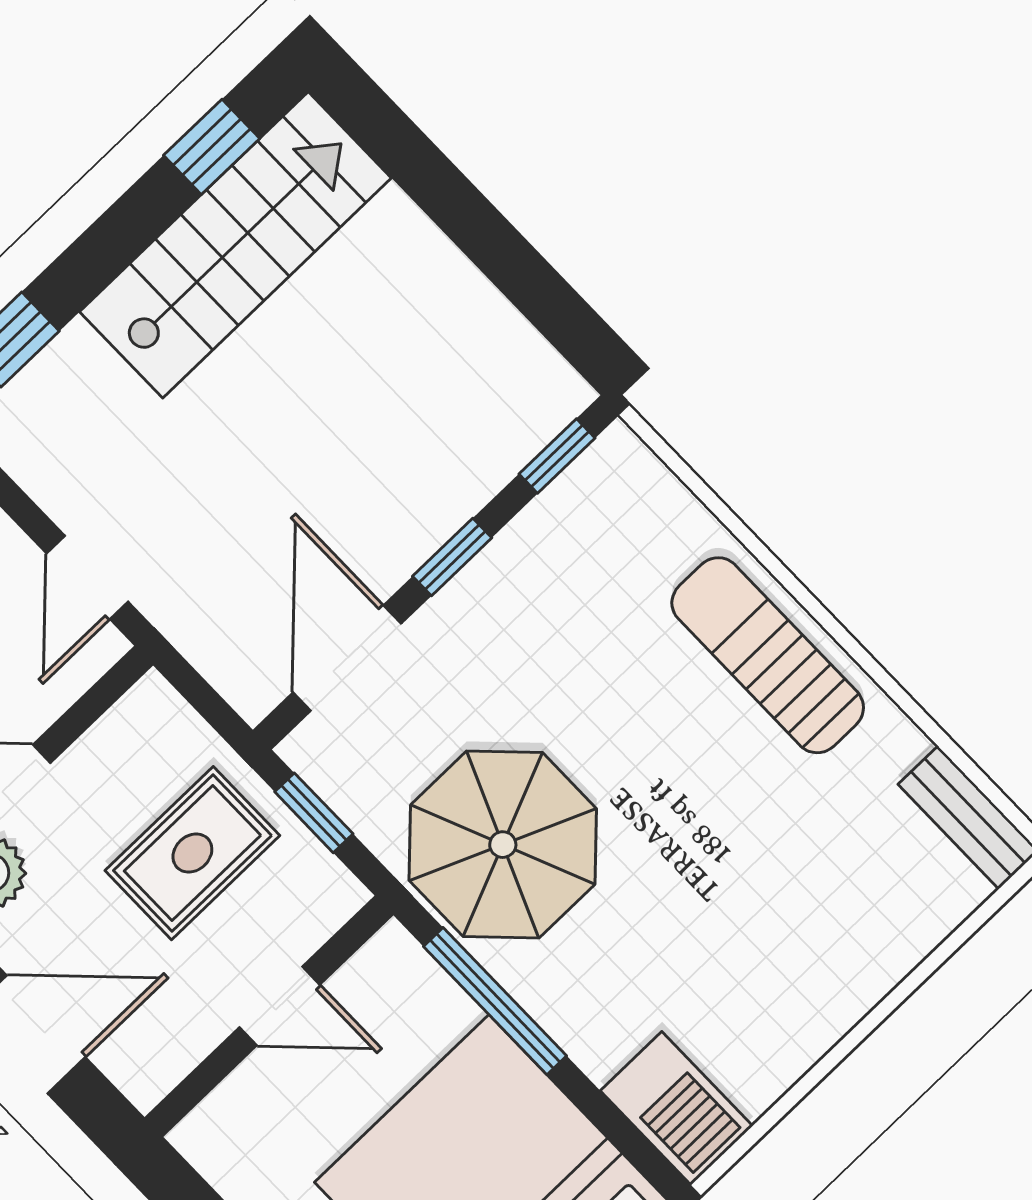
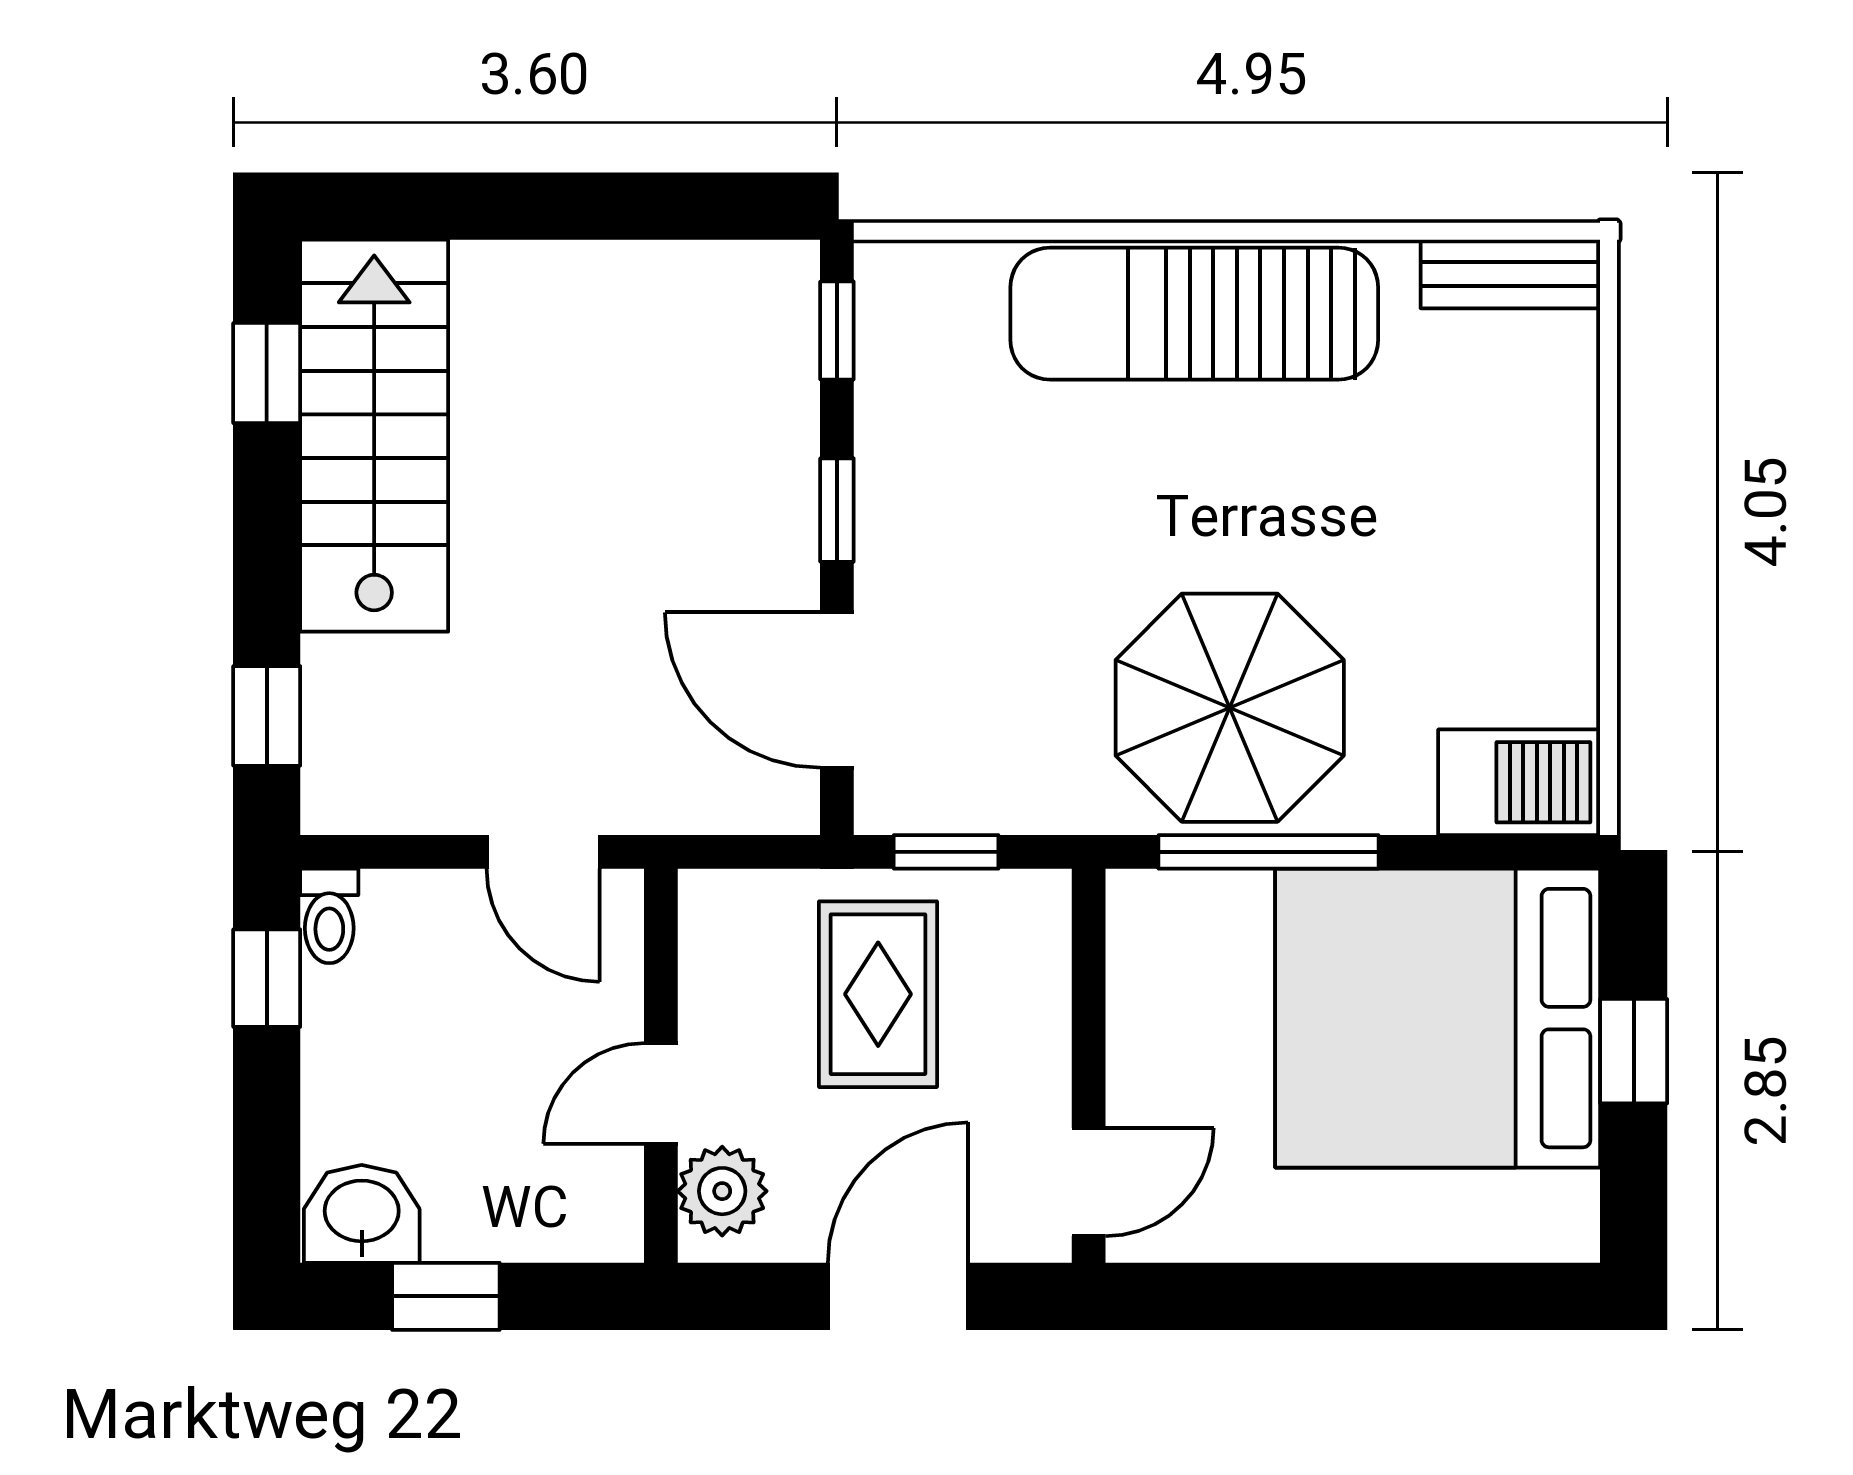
sun lounger: (768, 655) -> (1194, 314), width x1.36, depth x1.34
parasol: (503, 845) -> (1230, 708), moved
door: (280, 1006) -> (1089, 1182), moved

